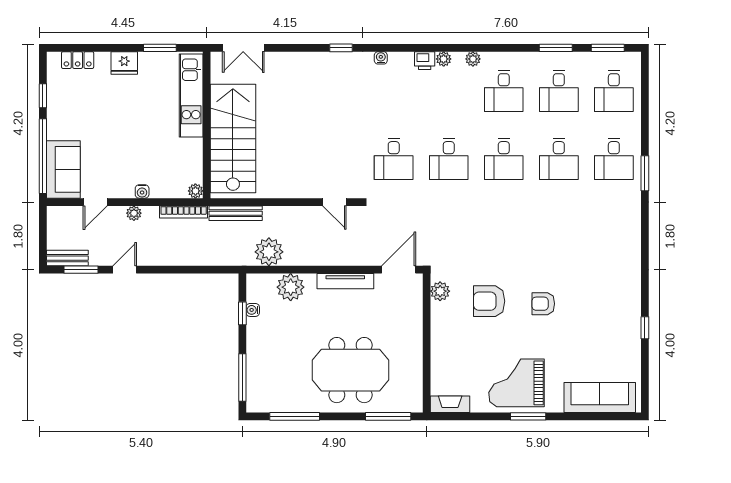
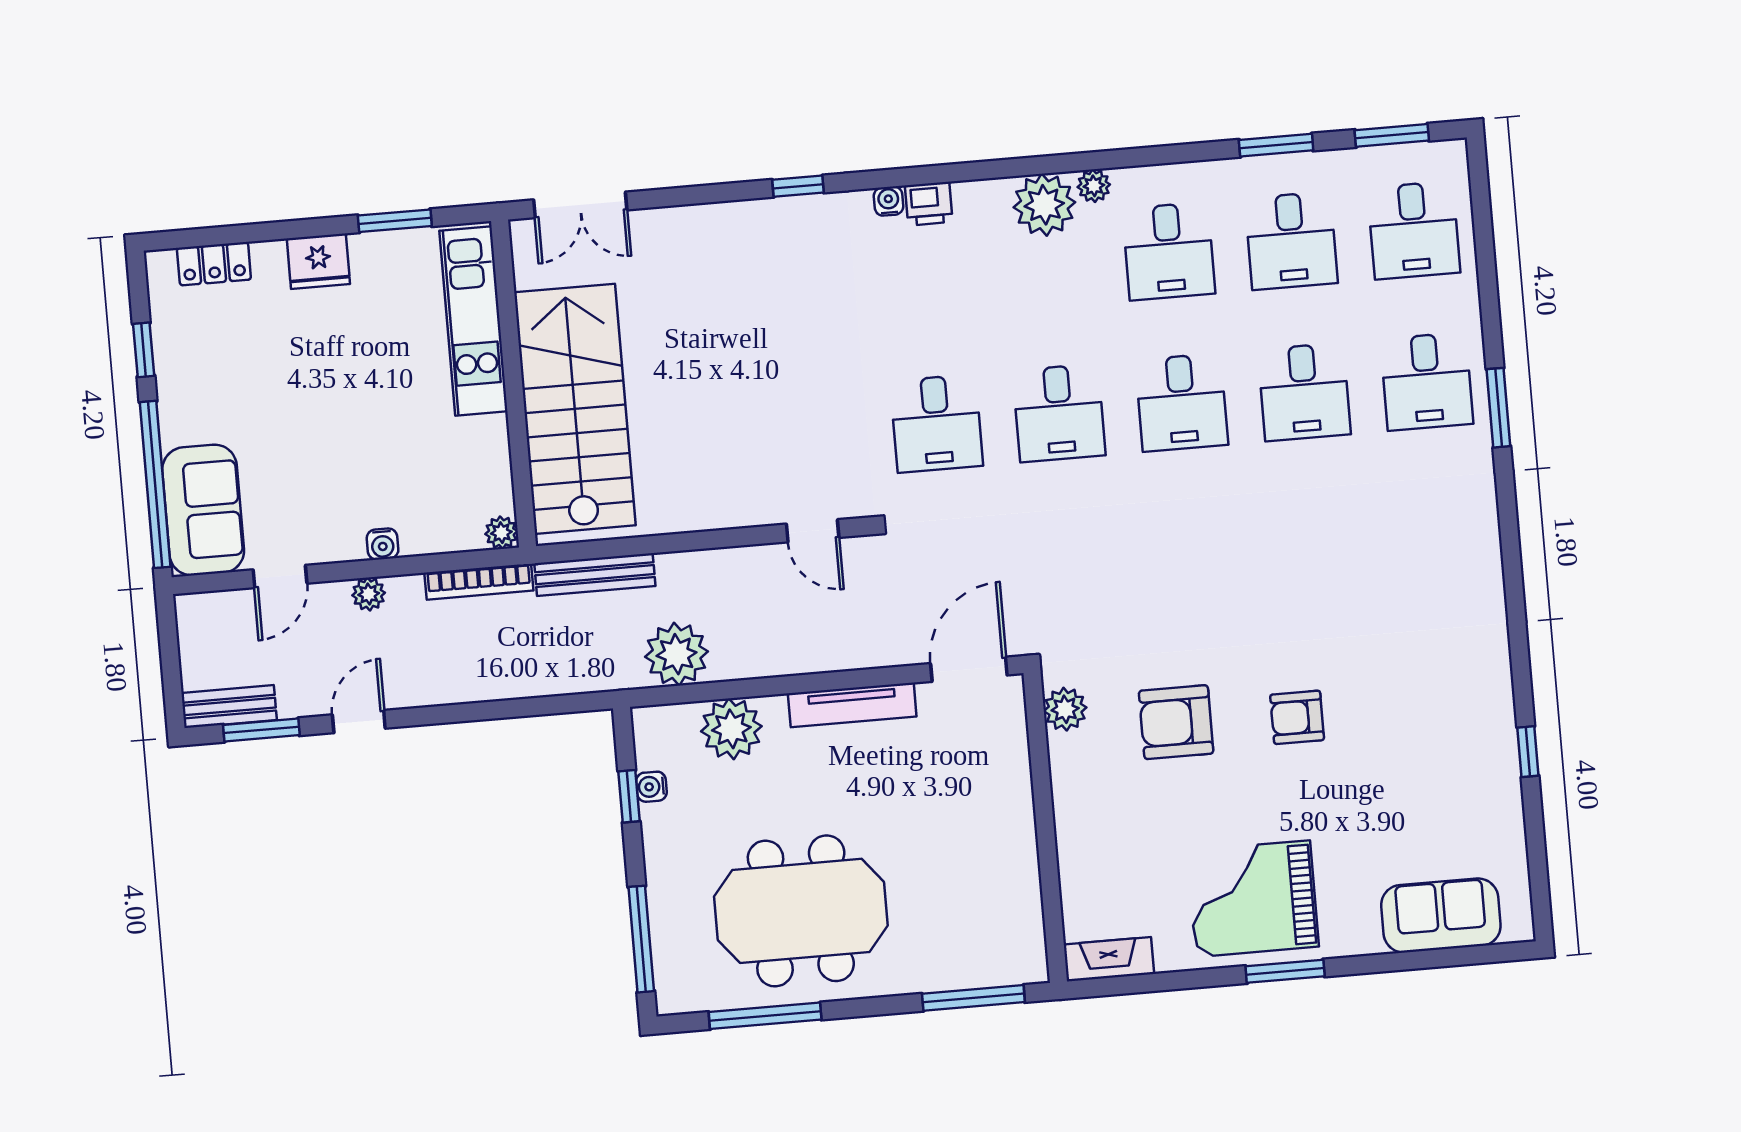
plant: (444, 59) -> (1044, 205), width x1.88, depth x1.88
printer: (425, 61) -> (929, 204), moved
meeting table: (350, 370) -> (801, 911), moved
sofa: (600, 398) -> (1441, 915), width x0.73

